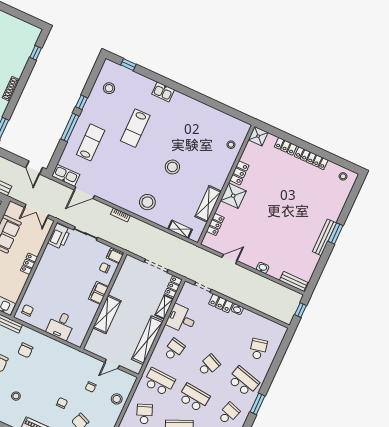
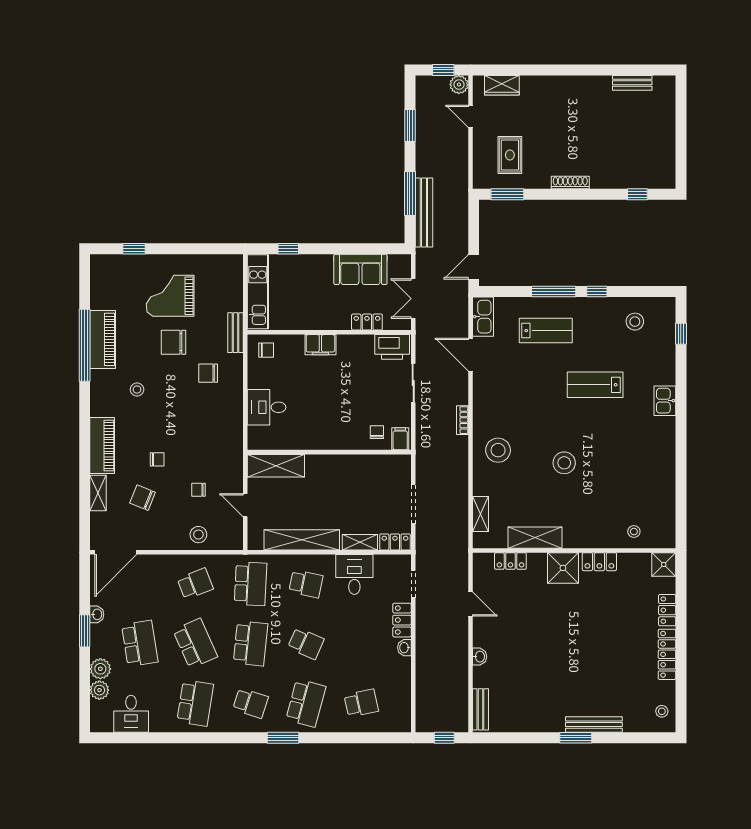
bench: (324, 237) -> (594, 725), moved
locker: (29, 264) -> (367, 322), moved
filing cabinet: (98, 293) -> (320, 345), moved, turned 180
shelving: (107, 314) -> (276, 466), moved

